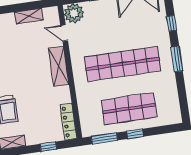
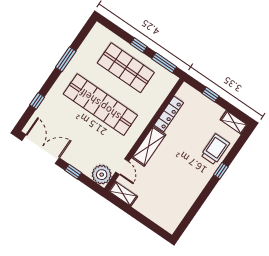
shelving: (29, 16) -> (123, 194), moved
window: (177, 59) -> (66, 59), moved
locker: (69, 122) -> (169, 114), moved

